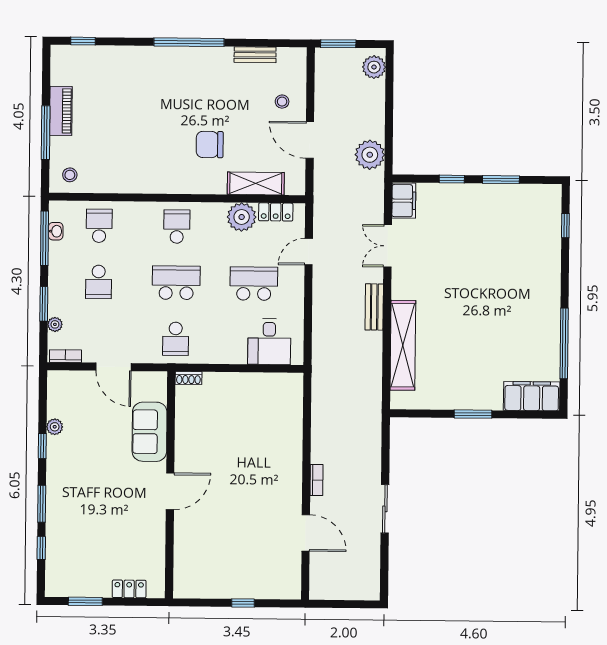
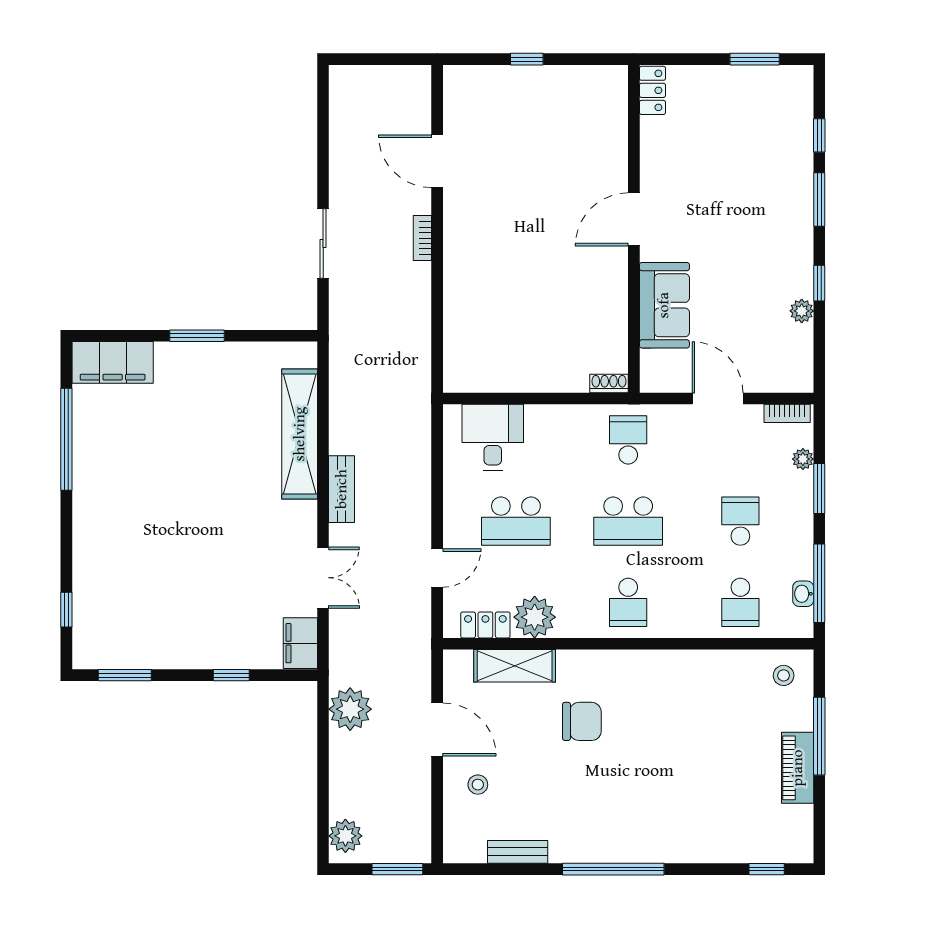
window: (501, 180) -> (125, 675), moved
sliding door: (385, 509) -> (323, 243), moved
locker: (129, 589) -> (652, 90), moved, turned -90

